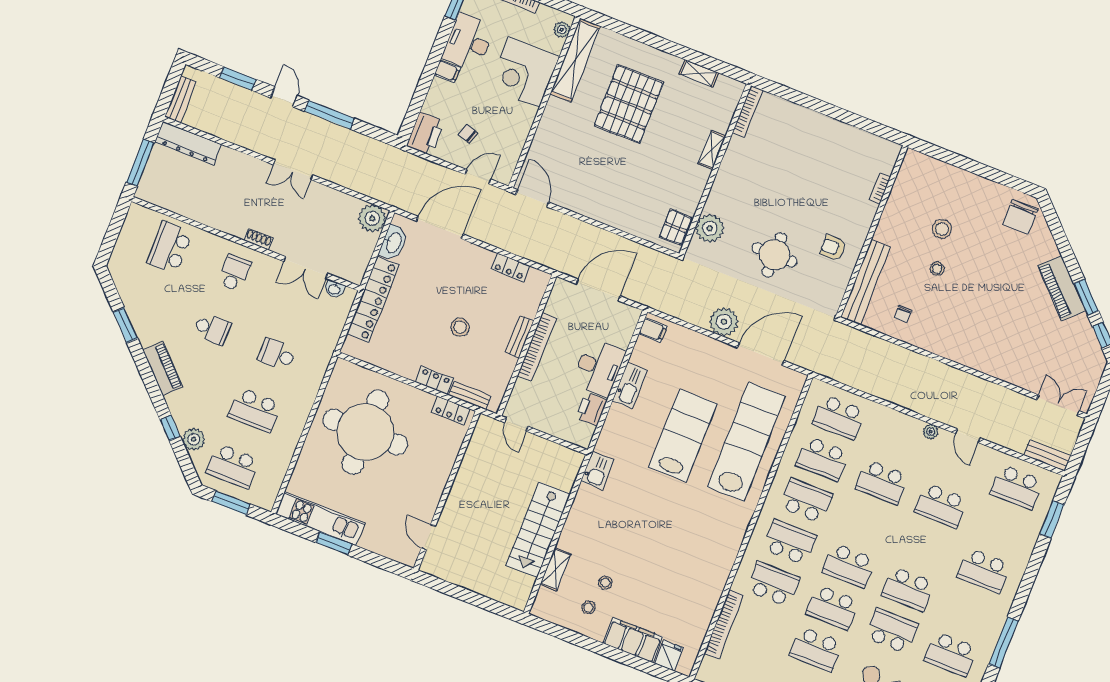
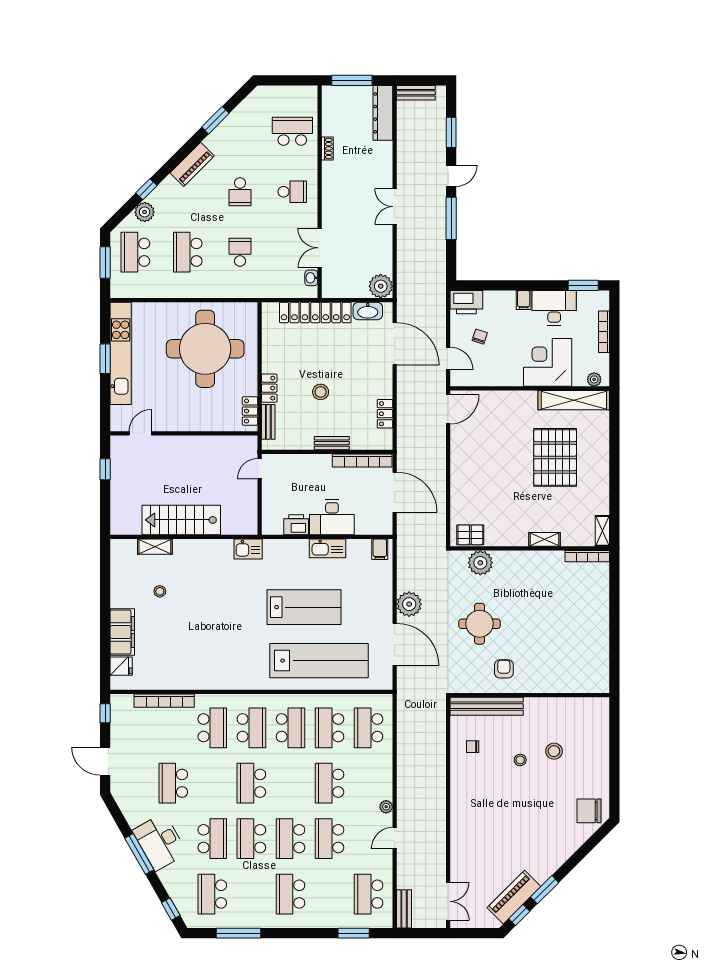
shelving: (699, 73) -> (602, 531), moved
pallet: (629, 104) -> (555, 457), turned 90
bookcase: (880, 189) -> (567, 688), removed
shoe rack: (258, 239) -> (327, 148), moved
piano: (1061, 288) -> (514, 897), moved
bookcase: (537, 347) -> (362, 460), moved
kitchen unit: (320, 519) -> (121, 353), width x1.36
window: (452, 590) -> (105, 469), added
stool: (589, 607) -> (134, 586), removed
school desk: (832, 607) -> (290, 839), moved

